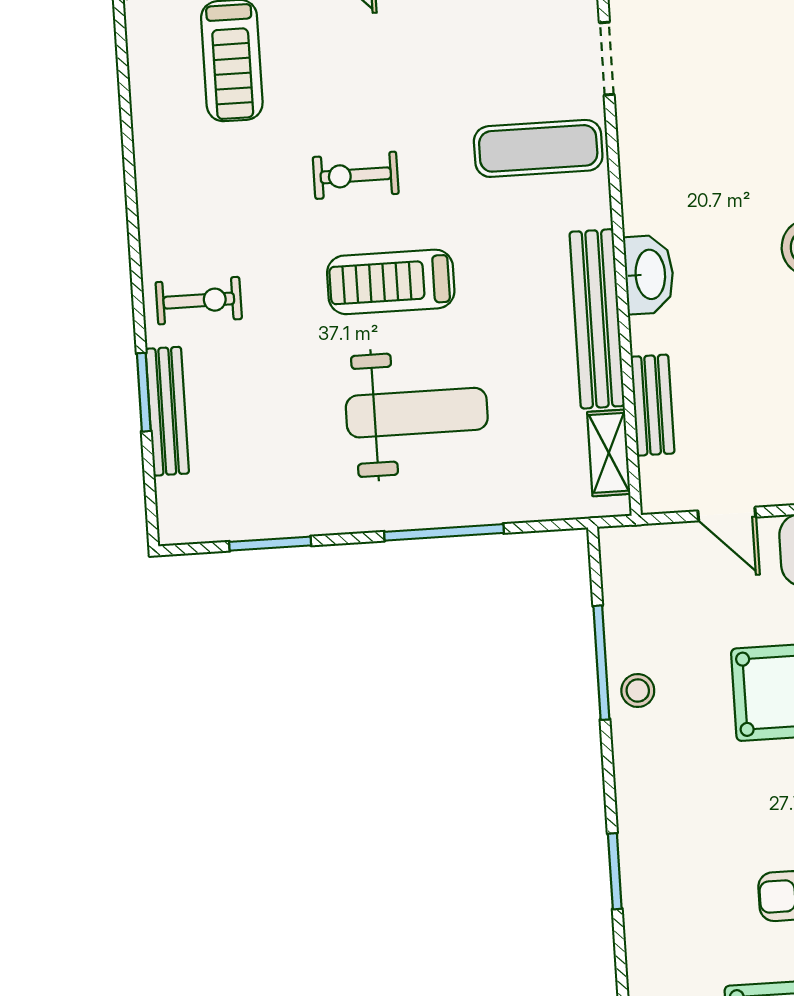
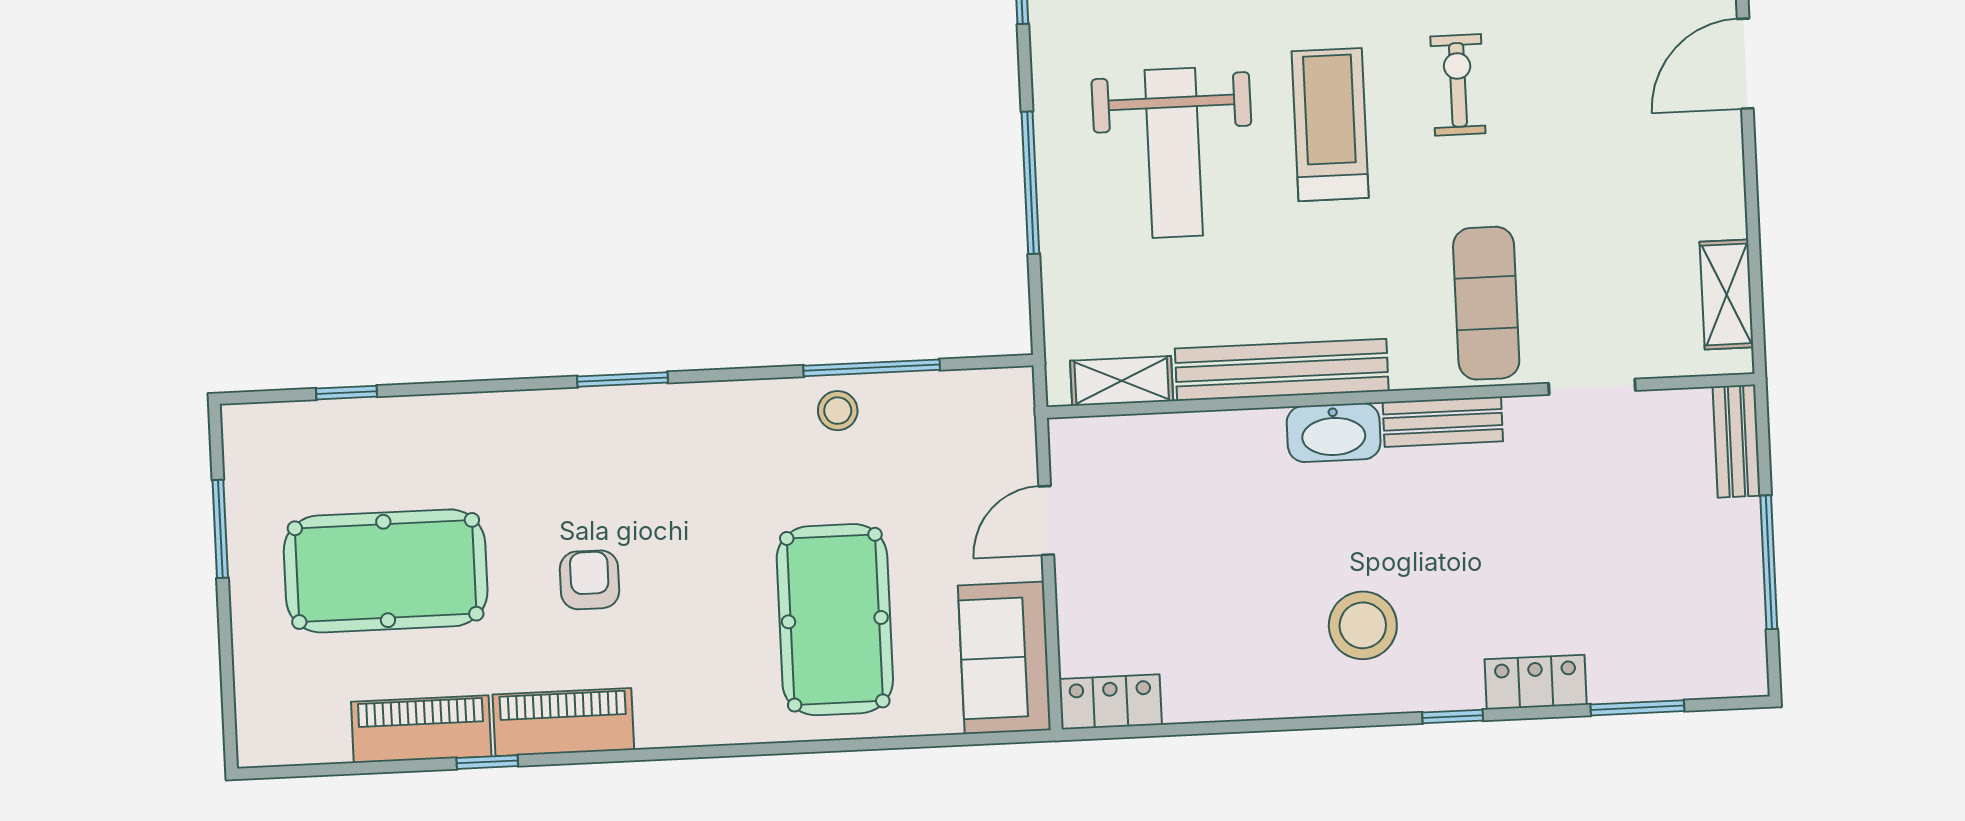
bench: (653, 405) -> (1443, 422), moved

